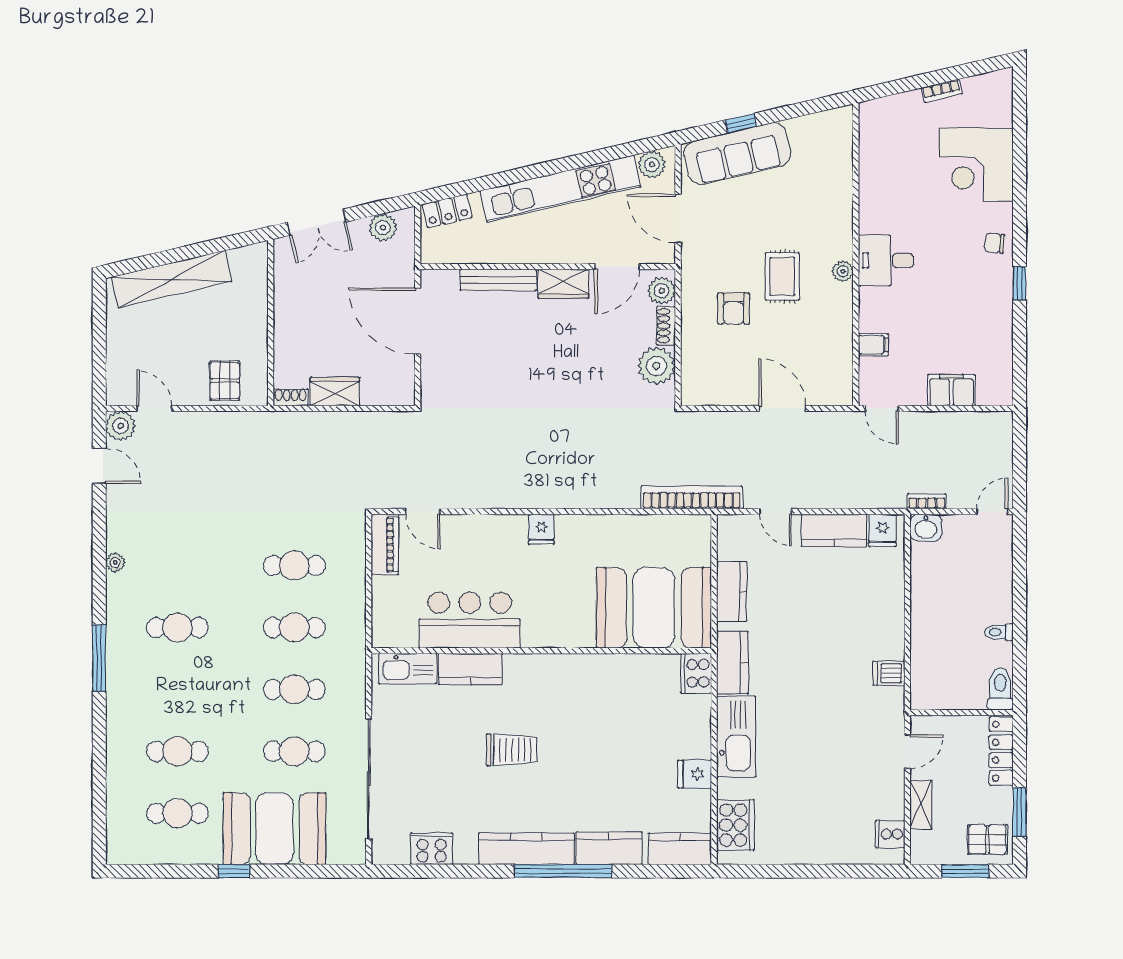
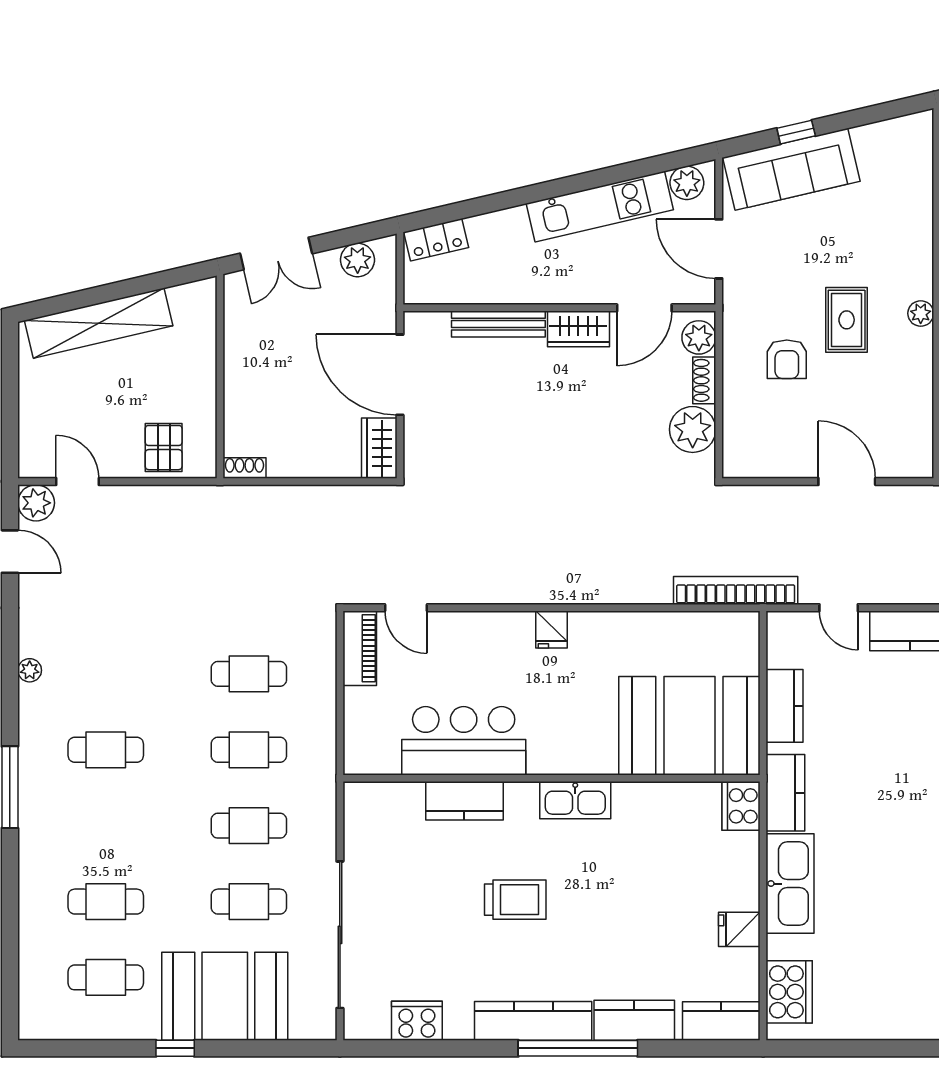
kitchen unit: (560, 189) -> (600, 207), width x0.73
wardrobe: (335, 392) -> (379, 448), moved, turned -90
kitchen sink: (408, 669) -> (575, 800), moved

